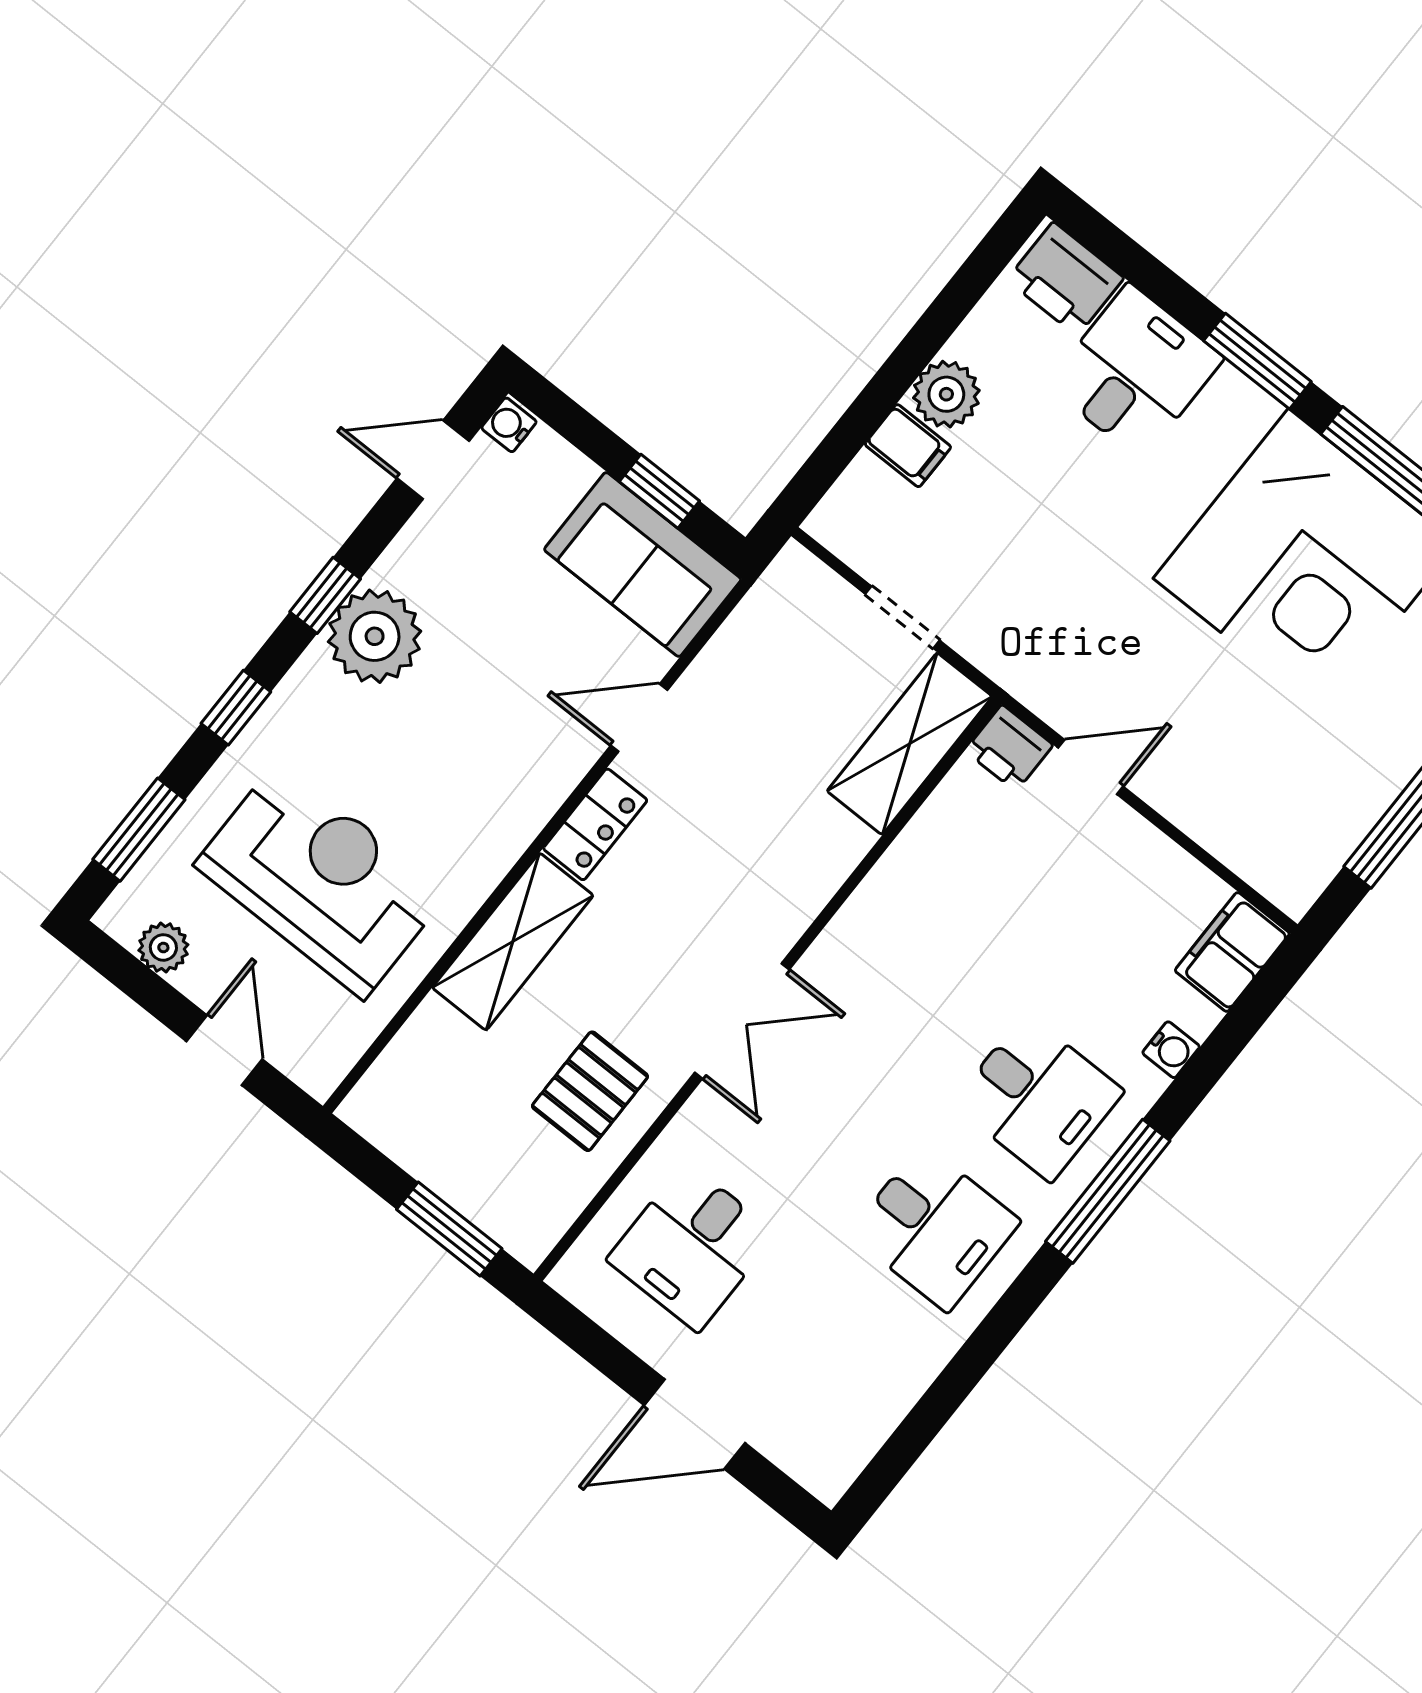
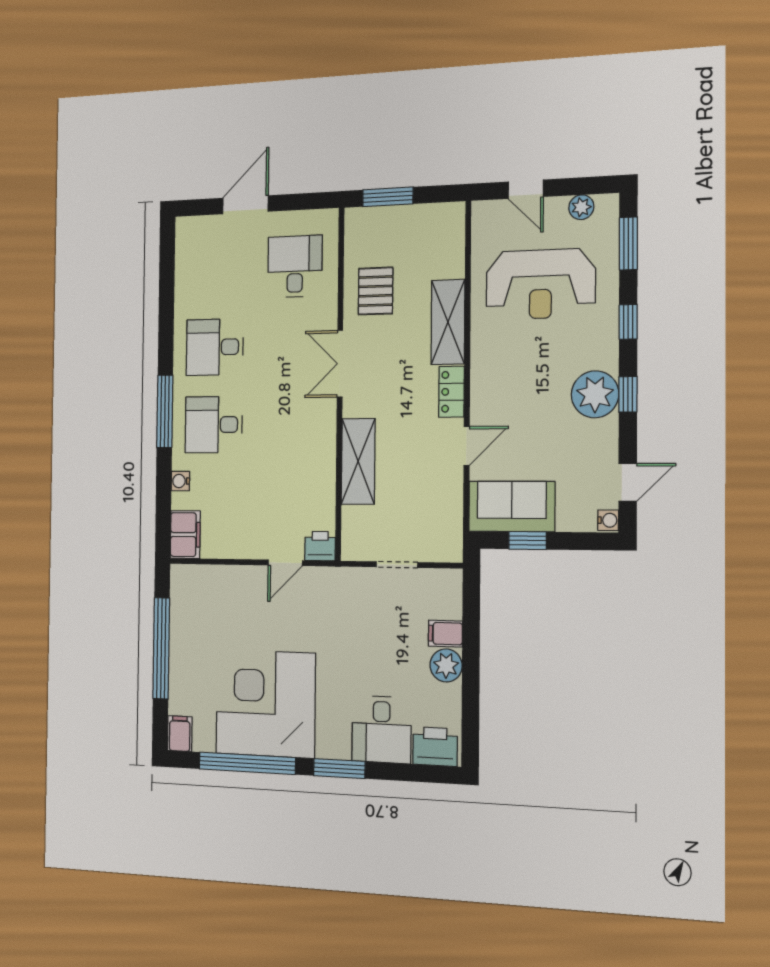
shelving: (910, 744) -> (358, 461), moved

